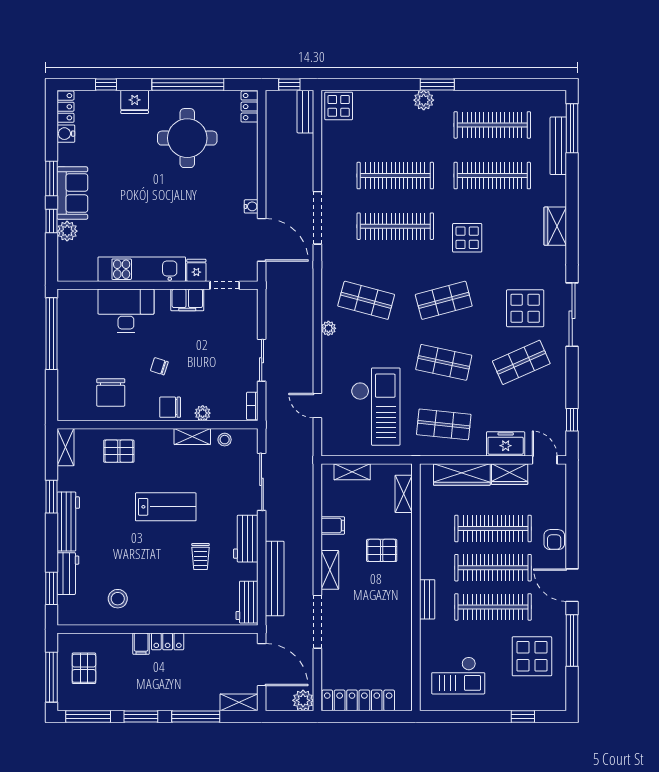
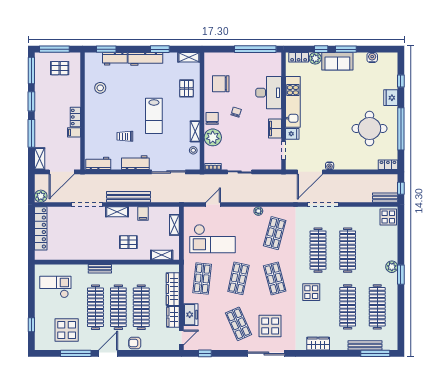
locker: (65, 107) -> (299, 57), moved
plant: (203, 413) -> (213, 137), width x1.88, depth x1.88
pallet: (382, 550) -> (128, 242), turned 90
bench: (275, 579) -> (129, 197), moved
filing cabinet: (141, 644) -> (74, 132), moved
checkout: (458, 675) -> (55, 287), turned 90

